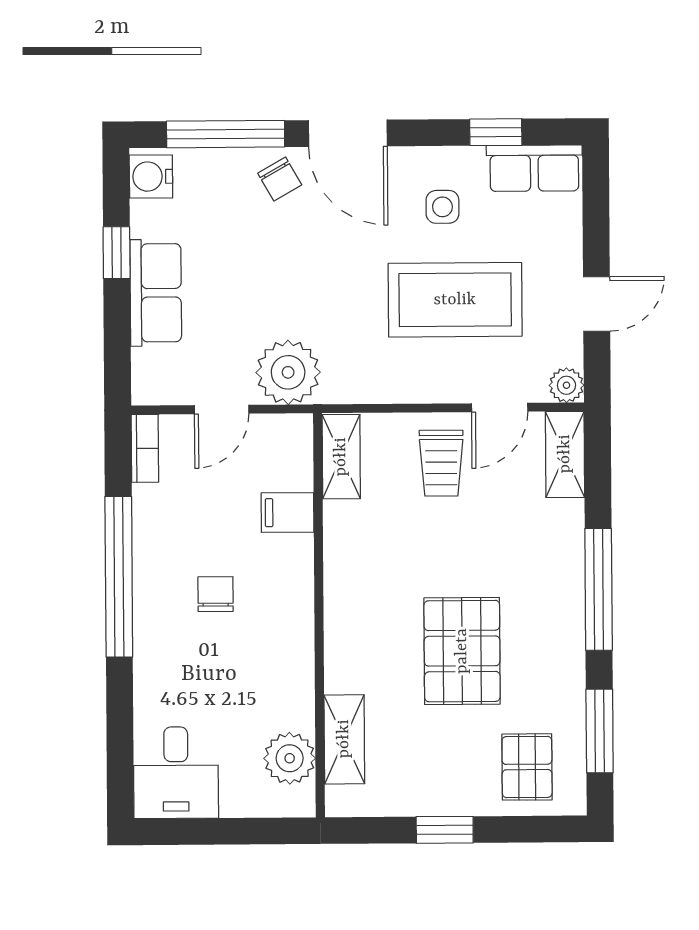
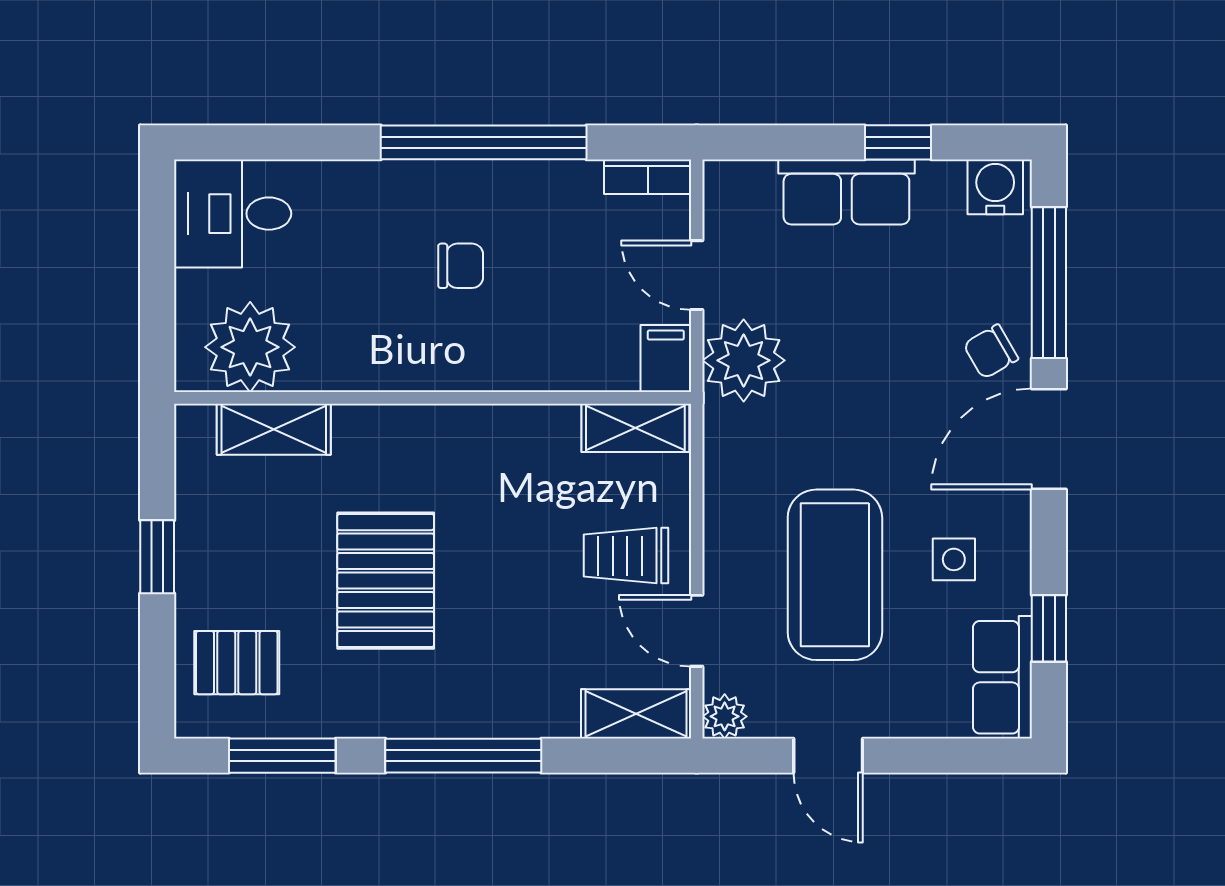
filing cabinet: (288, 513) -> (666, 359), moved
pallet: (462, 651) -> (386, 581), turned 90
plant: (290, 758) -> (250, 347), width x1.36, depth x1.36

